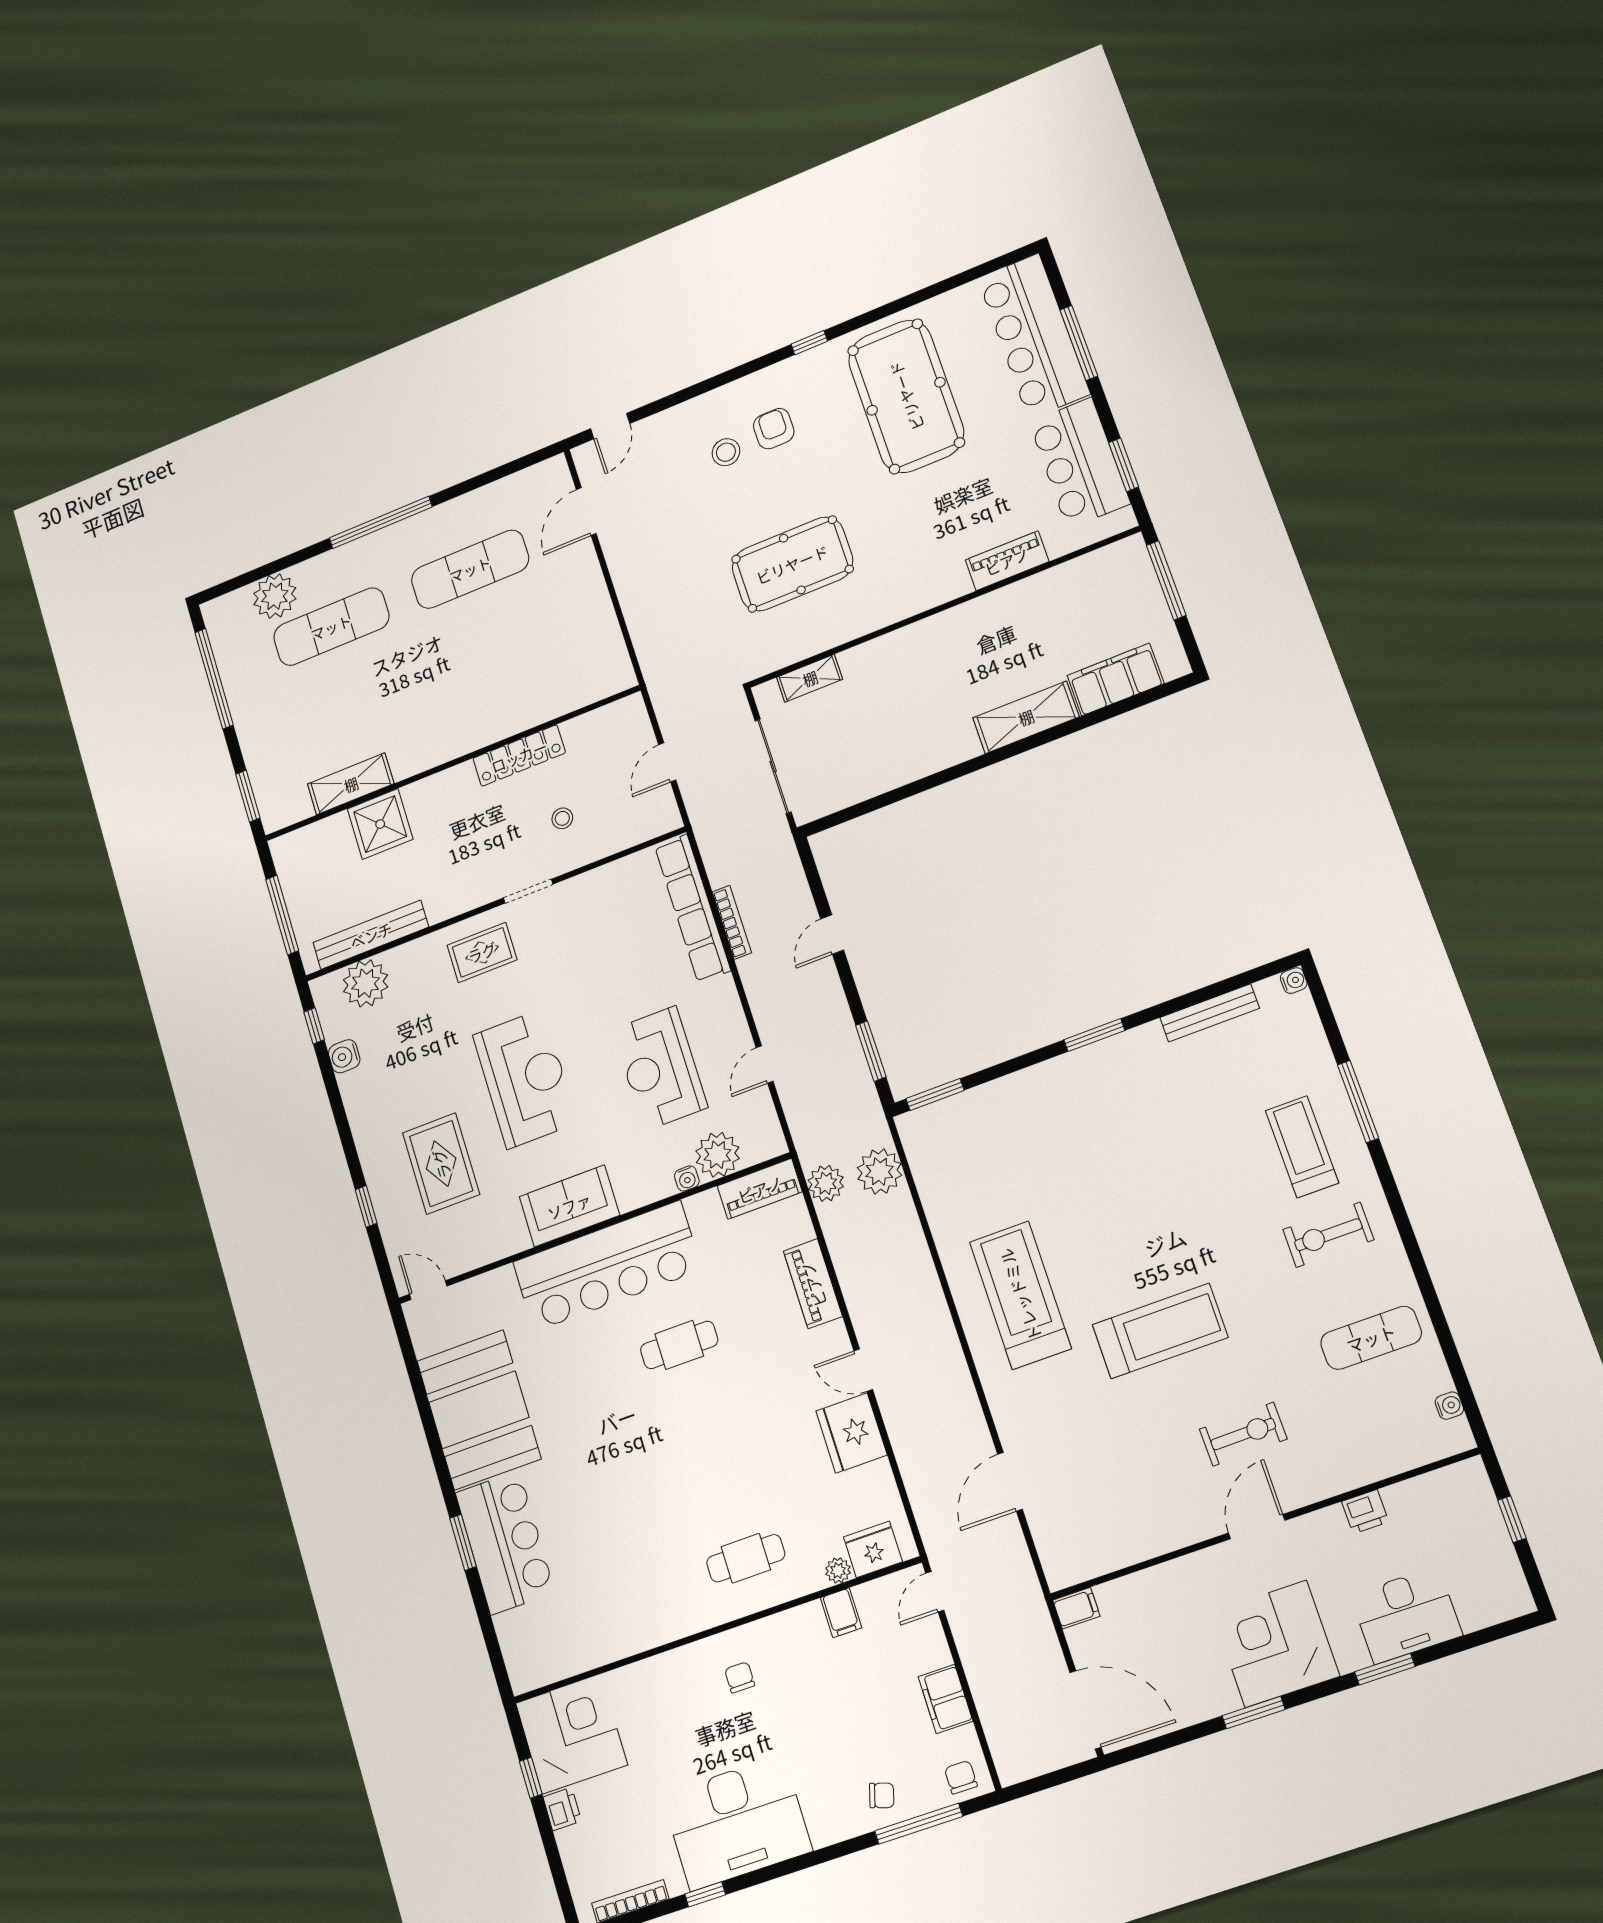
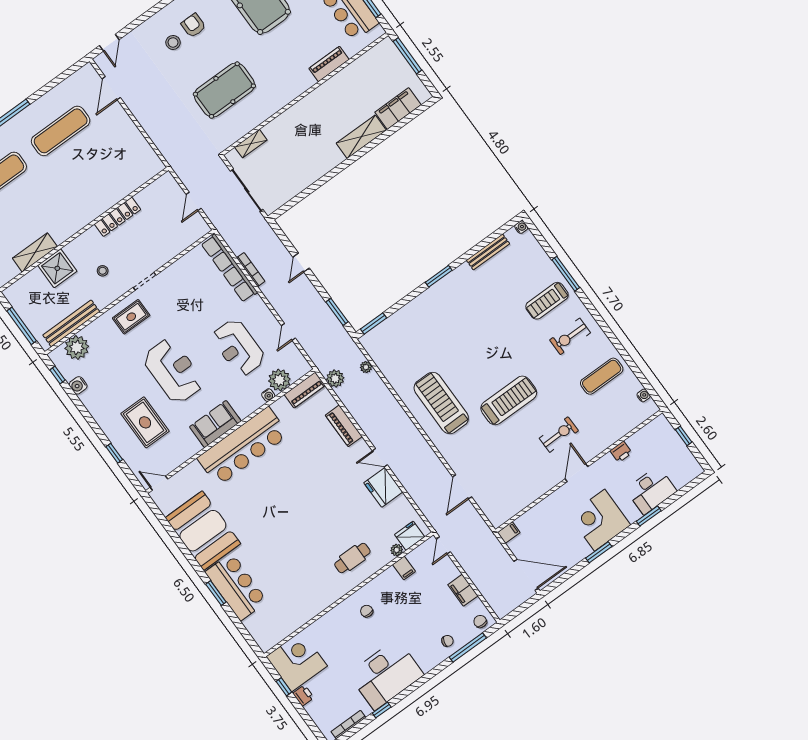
stool: (562, 818) -> (103, 271), moved
treadmill: (1302, 1147) -> (547, 301), turned -90
plant: (880, 1171) -> (366, 367), width x0.53, depth x0.53
cafe table: (679, 1345) -> (290, 472), removed

